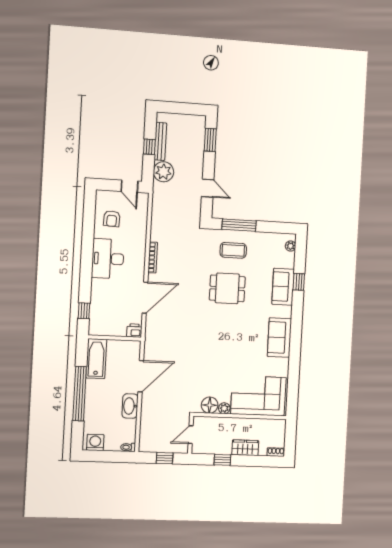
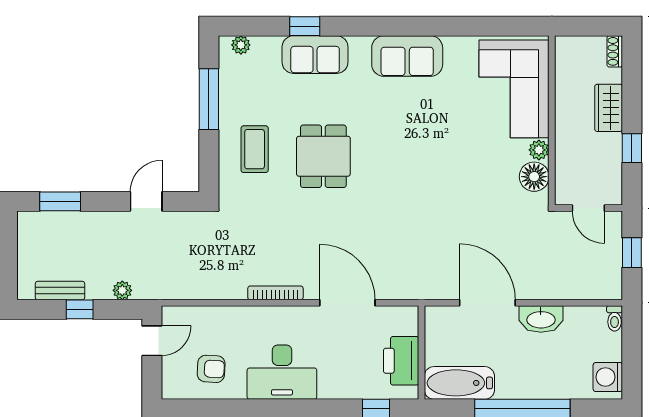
bench: (160, 141) -> (60, 291), width x0.73
plant: (163, 172) -> (122, 290), width x0.53, depth x0.53
window: (239, 225) -> (209, 99), moved
printer: (134, 331) -> (401, 361), moved, width x1.87, depth x1.48

